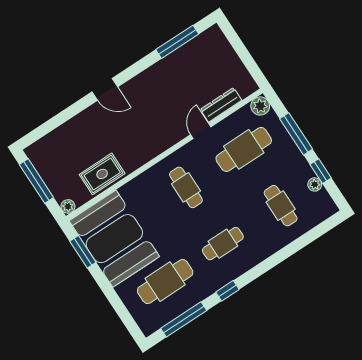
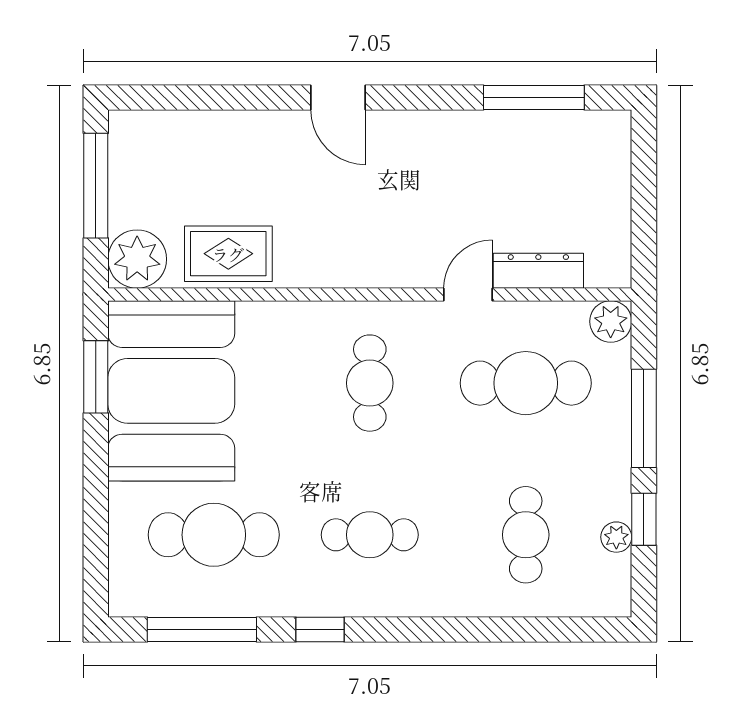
plant: (68, 206) -> (137, 259), width x1.88, depth x1.88

